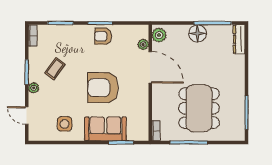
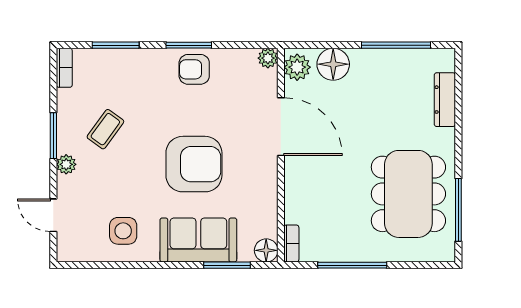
floor lamp: (198, 33) -> (333, 64), moved
dresser: (239, 39) -> (445, 100), moved
plant: (143, 44) -> (268, 58), moved
armchair: (103, 88) -> (194, 164), turned 180
dining table: (199, 108) -> (408, 194), moved
floor lamp: (142, 135) -> (266, 250), added

